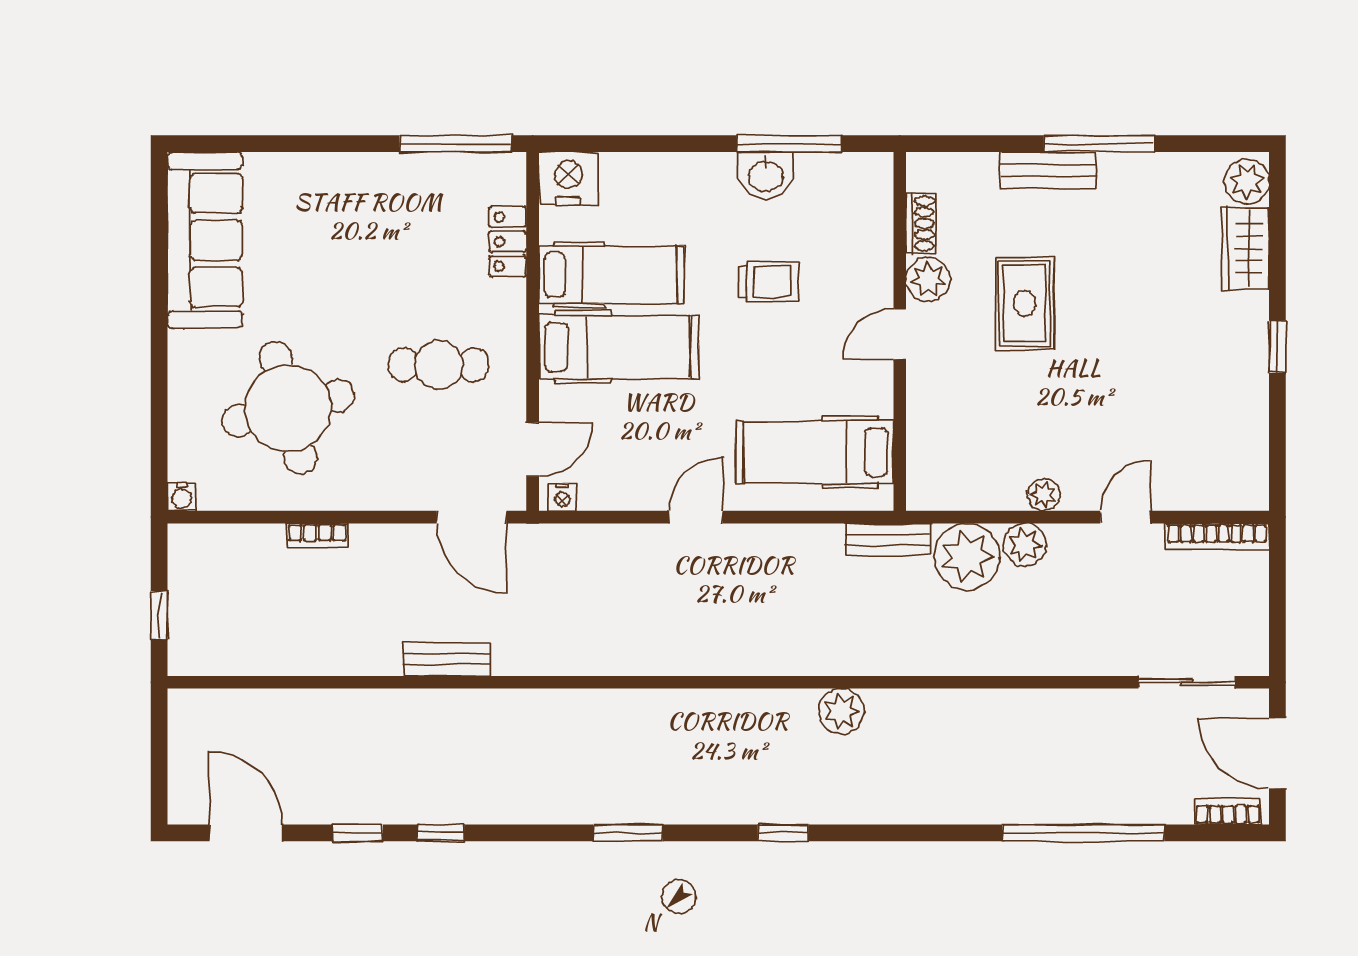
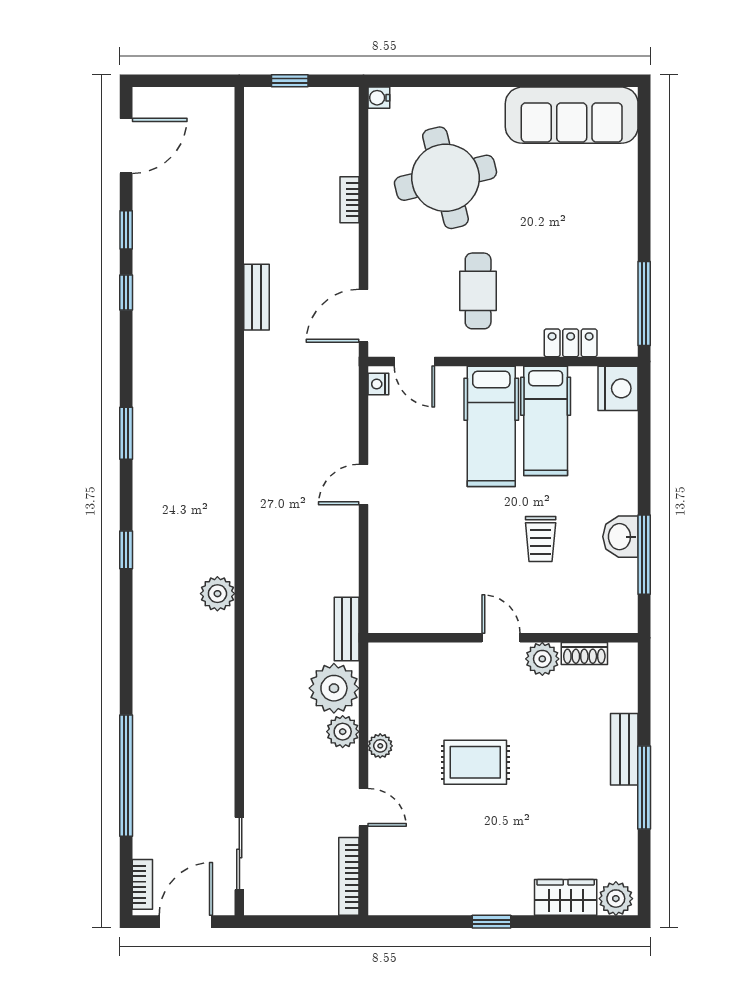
rug: (1025, 303) -> (475, 762), moved
hospital bed: (815, 452) -> (412, 574), removed
door: (696, 517) -> (363, 484), swing flipped

